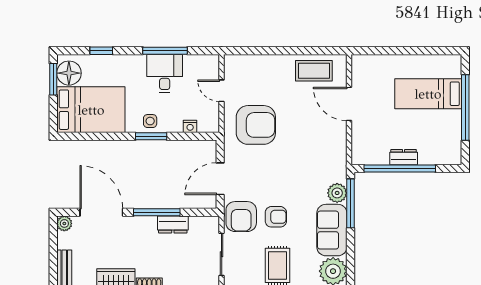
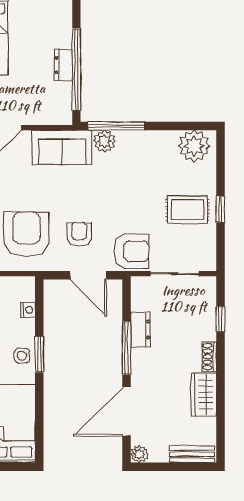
armchair: (276, 217) -> (79, 234), moved
sofa: (332, 230) -> (62, 147), moved

